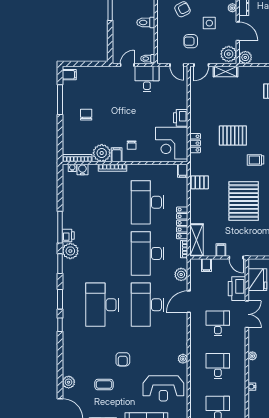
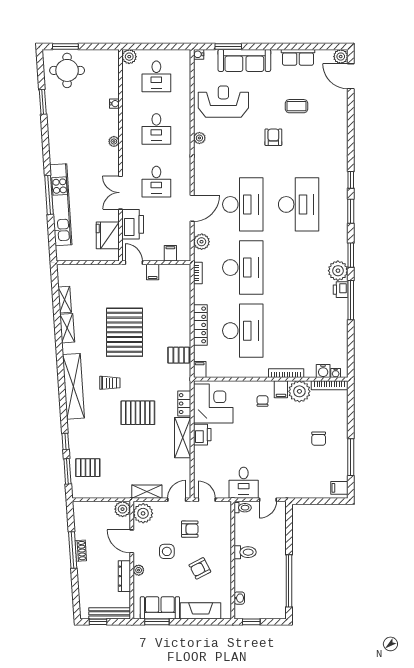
locker: (182, 223) -> (200, 325), moved
shelving: (196, 240) -> (183, 438), moved
plant: (69, 382) -> (340, 109), removed

